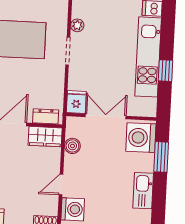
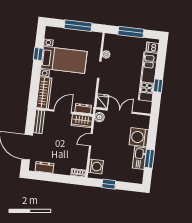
washing machine: (141, 138) -> (139, 137), moved
boiler: (72, 146) -> (99, 117), moved
window: (161, 157) -> (149, 159), moved
door: (61, 184) -> (91, 140), moved

